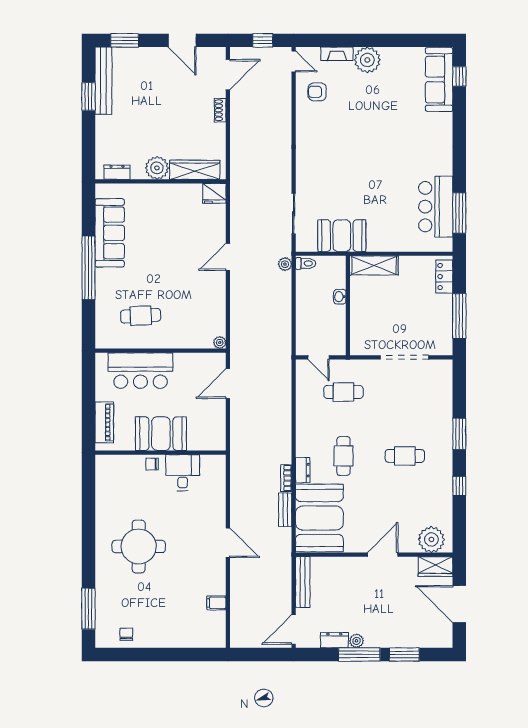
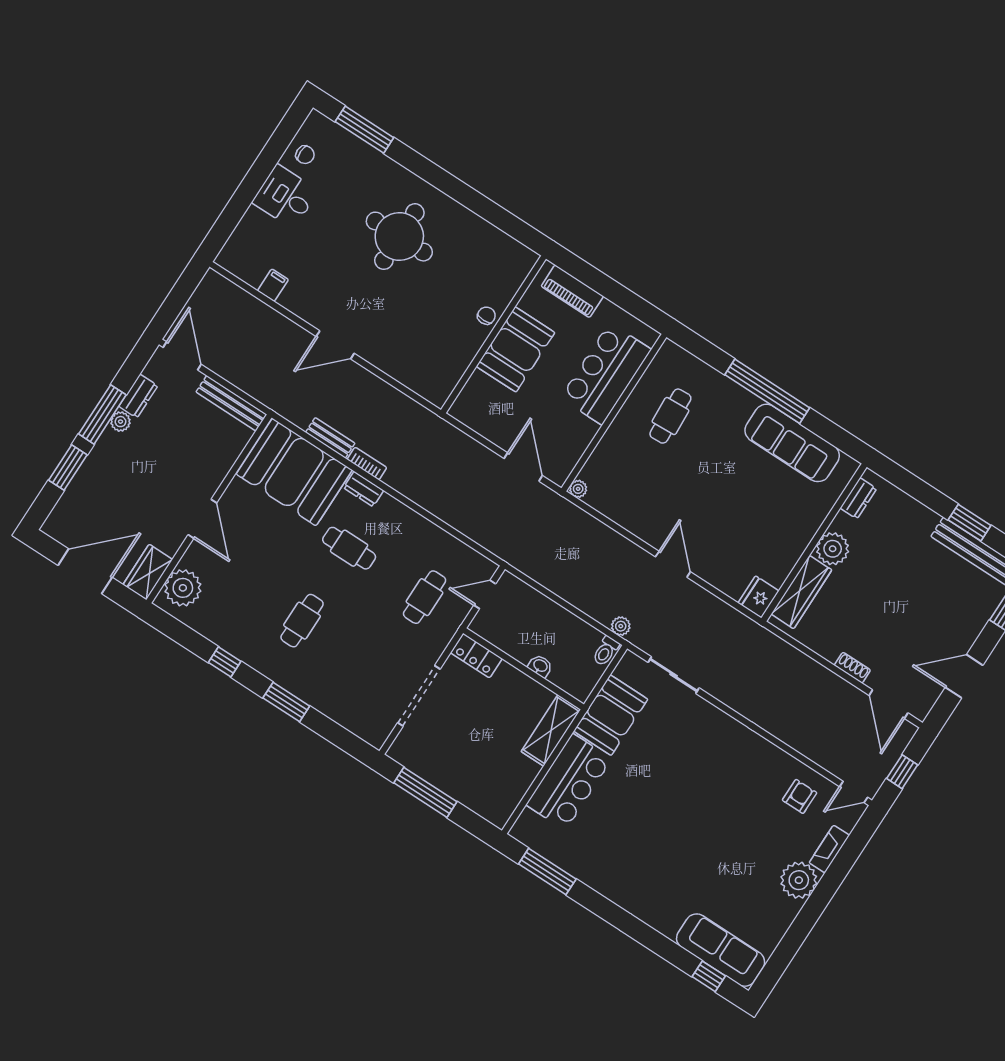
bar counter: (436, 207) -> (569, 782), moved, turned 90
locker: (444, 276) -> (476, 656), moved, turned 180
desk: (183, 473) -> (285, 196), moved, turned 180

